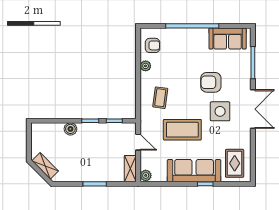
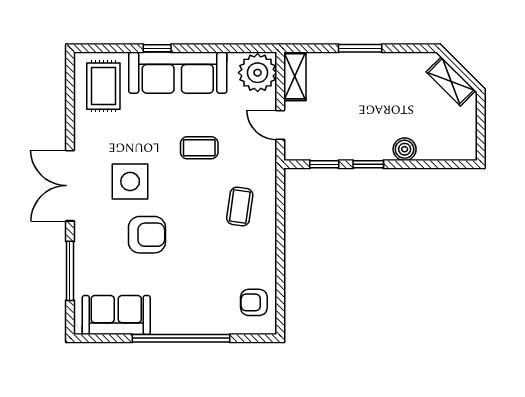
plant: (146, 66) -> (267, 265), removed
coffee table: (182, 130) -> (199, 148), width x0.54, depth x0.58
plant: (146, 175) -> (258, 73), width x1.88, depth x1.88

